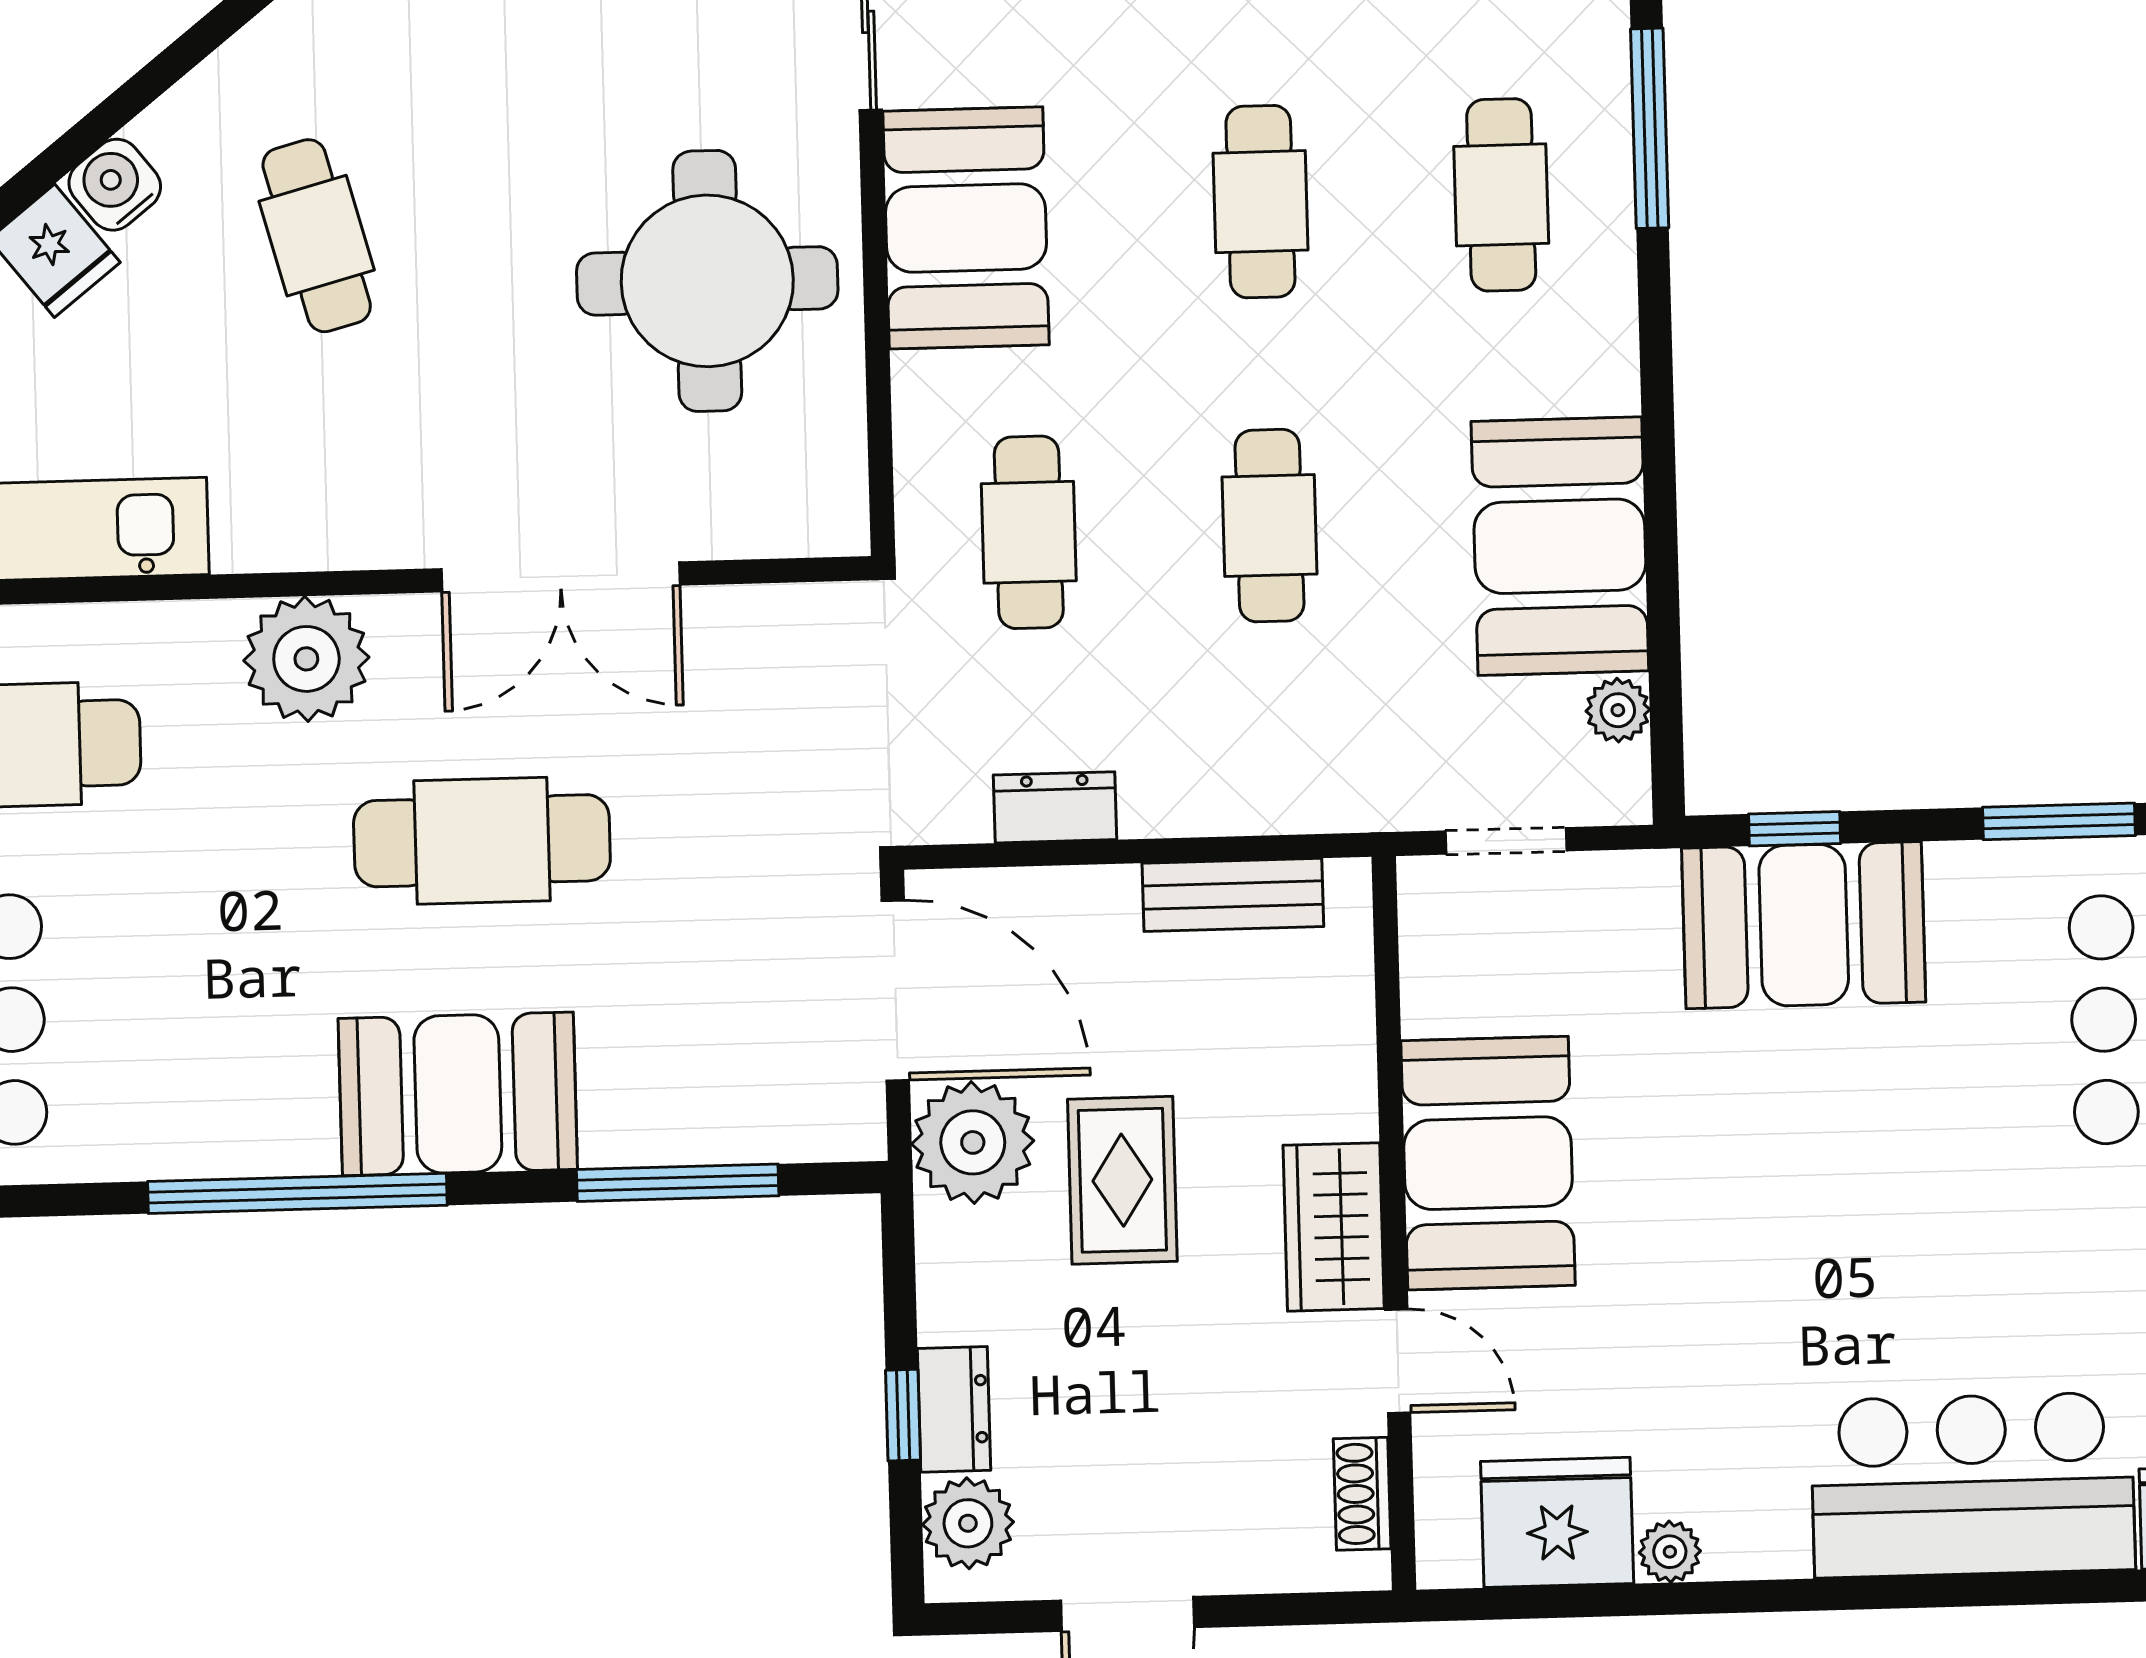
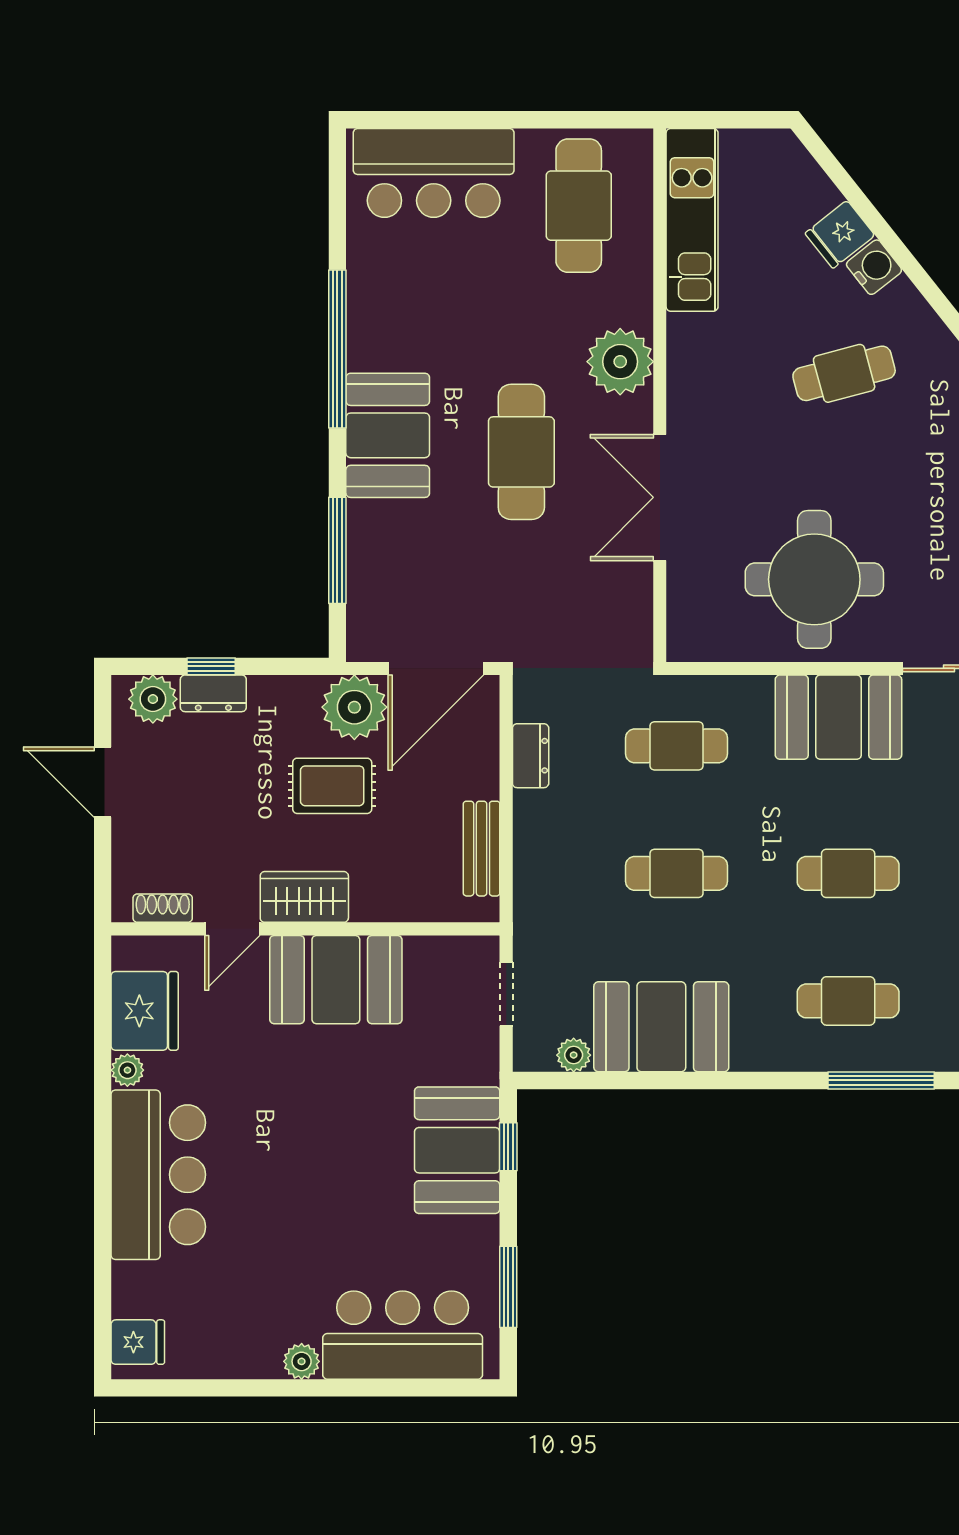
bar counter: (1973, 1485) -> (158, 1175), moved

